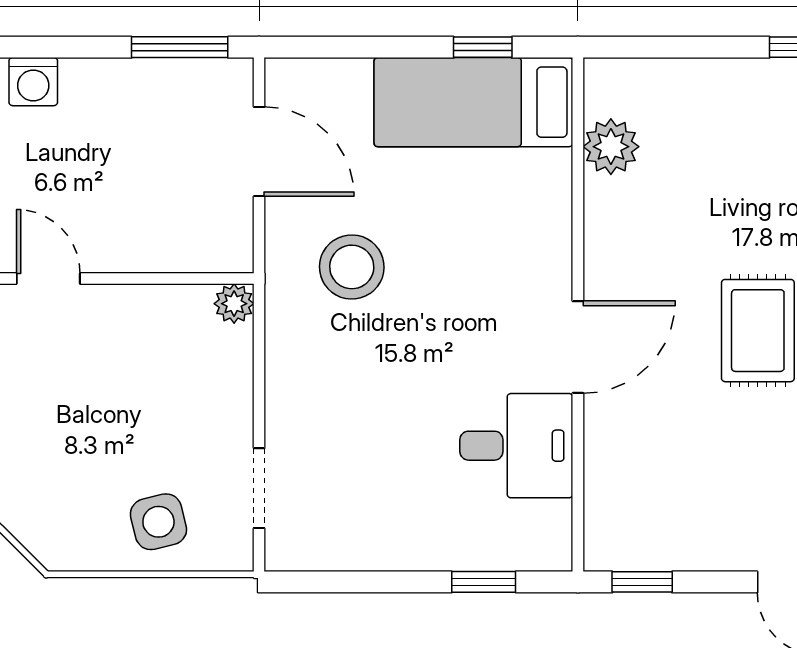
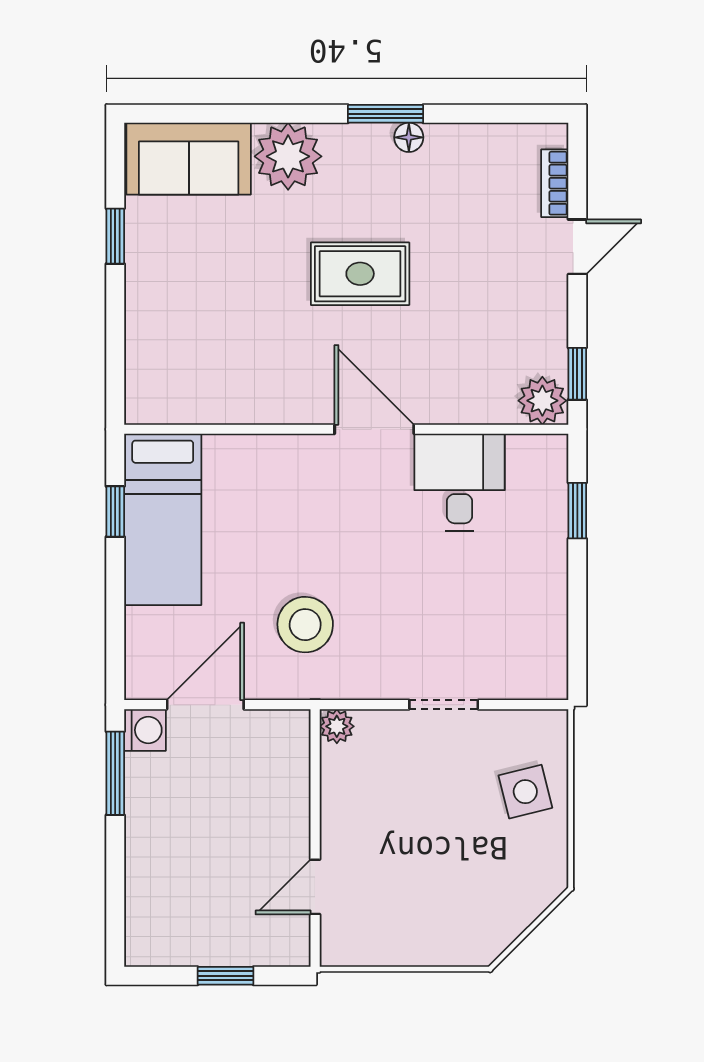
washing machine: (33, 82) -> (145, 730), moved
plant: (611, 147) -> (542, 401), moved
doorway: (259, 488) -> (444, 705), moved

